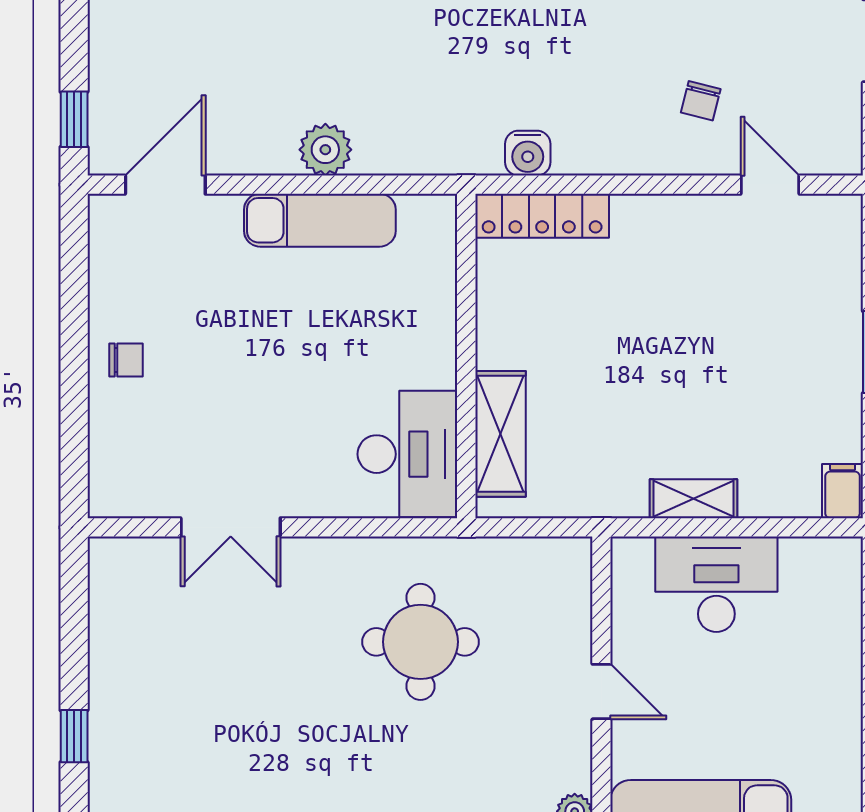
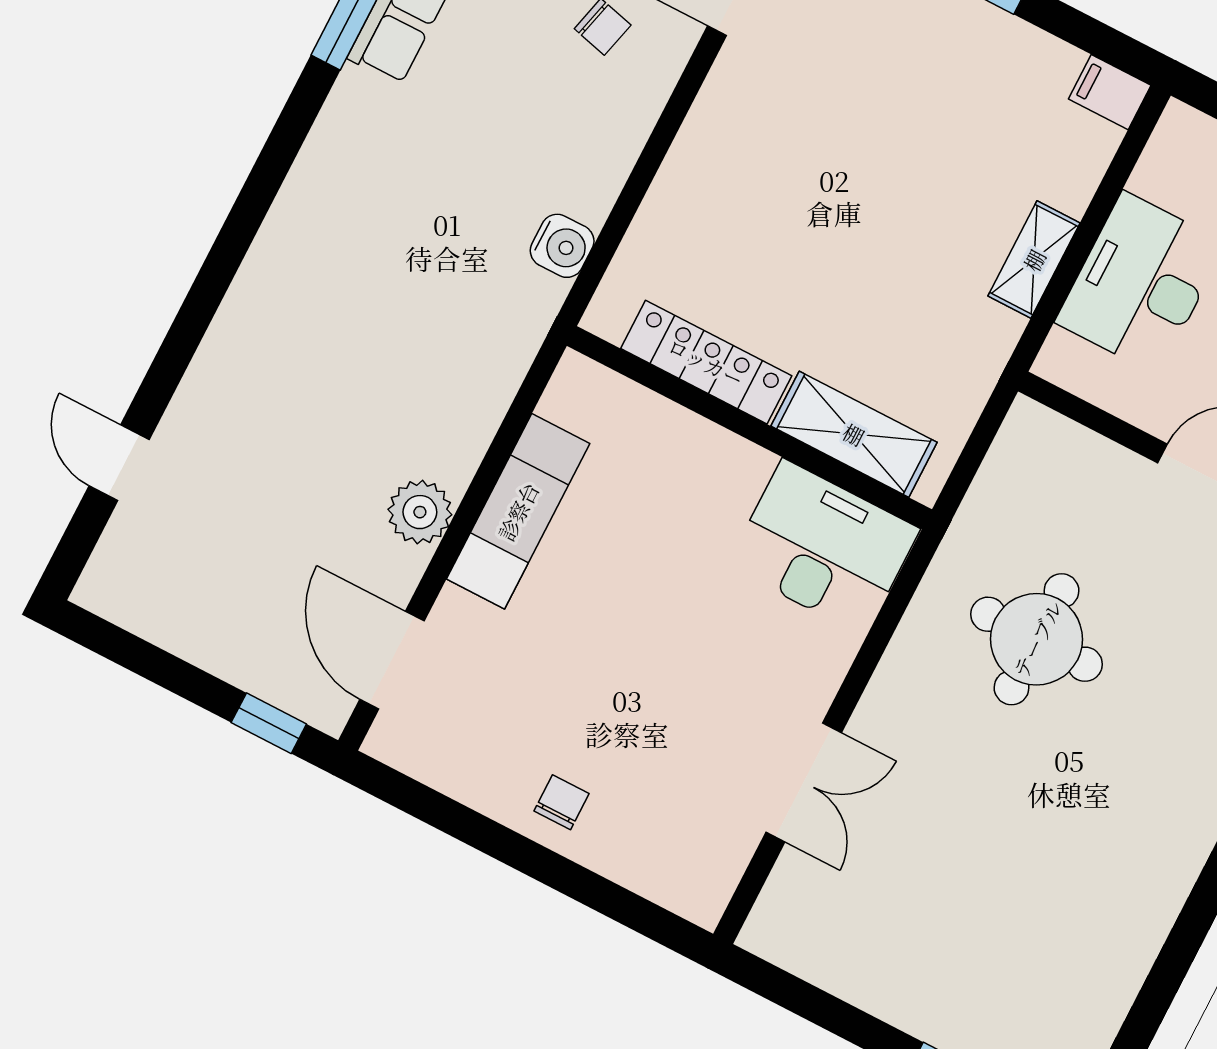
plant: (325, 150) -> (420, 512), moved
locker: (542, 216) -> (706, 362), moved, turned -90

